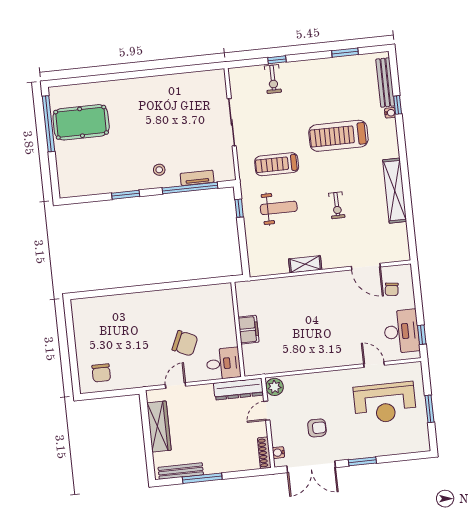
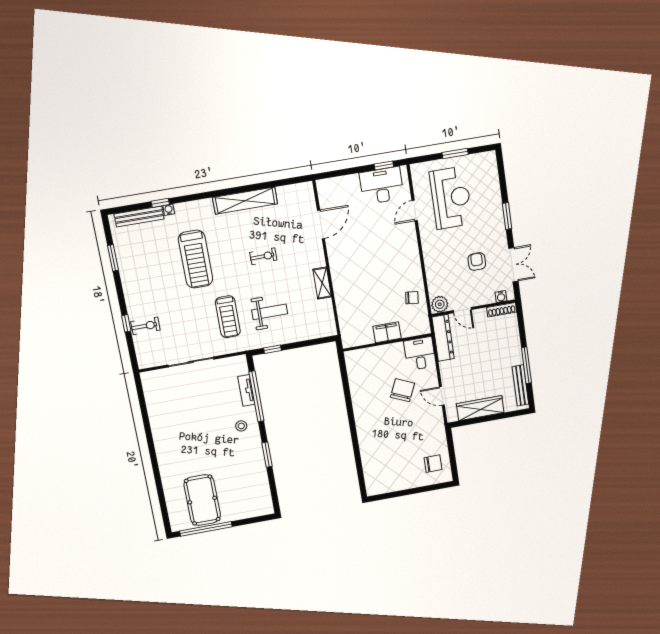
weight bench: (279, 208) -> (270, 312), turned 90
chair: (392, 289) -> (412, 298), moved
double door: (311, 467) -> (513, 265), width x0.73

